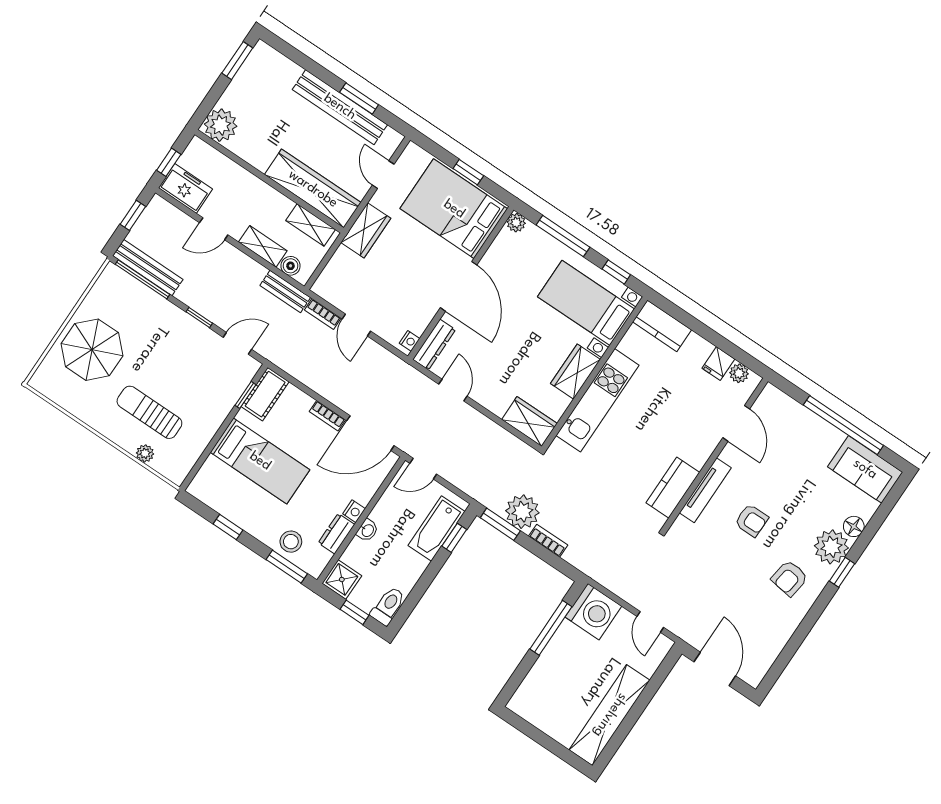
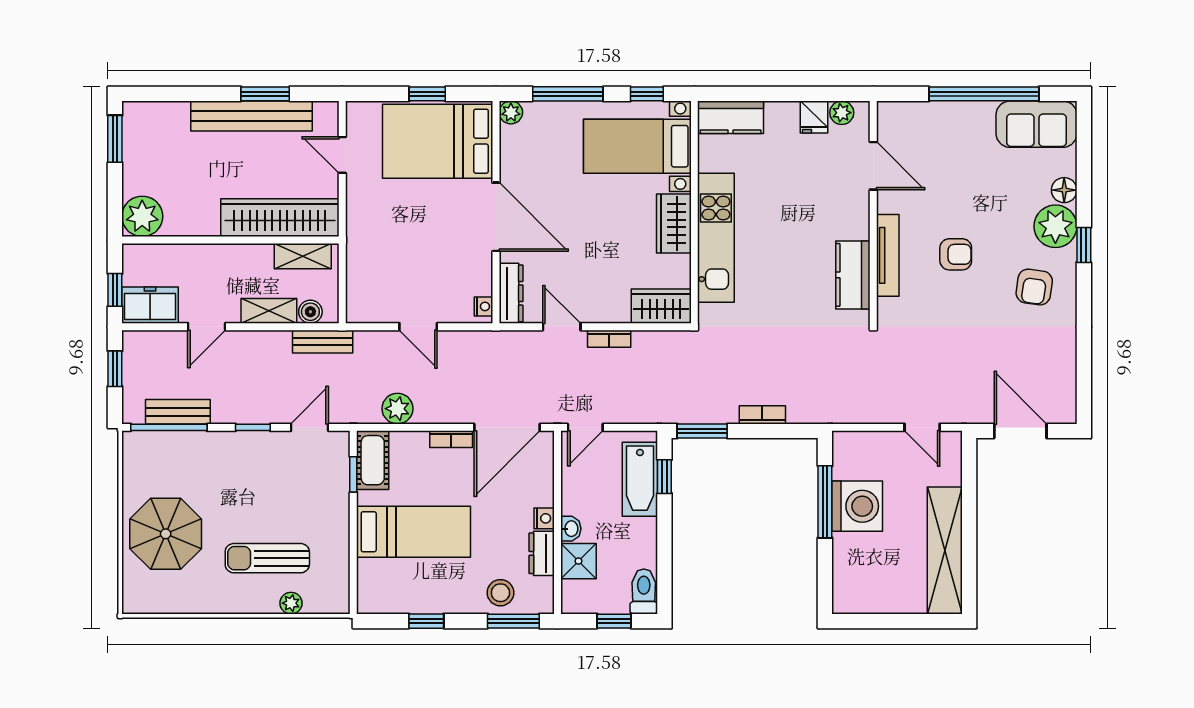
wardrobe: (366, 230) -> (363, 224), removed
bench: (148, 268) -> (178, 412), width x0.73
bookcase: (323, 314) -> (609, 339), moved
plant: (522, 512) -> (397, 409), moved, width x0.73, depth x0.73
shower: (342, 579) -> (578, 561), moved
washing machine: (593, 612) -> (857, 506), moved

